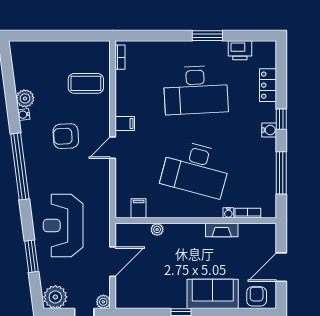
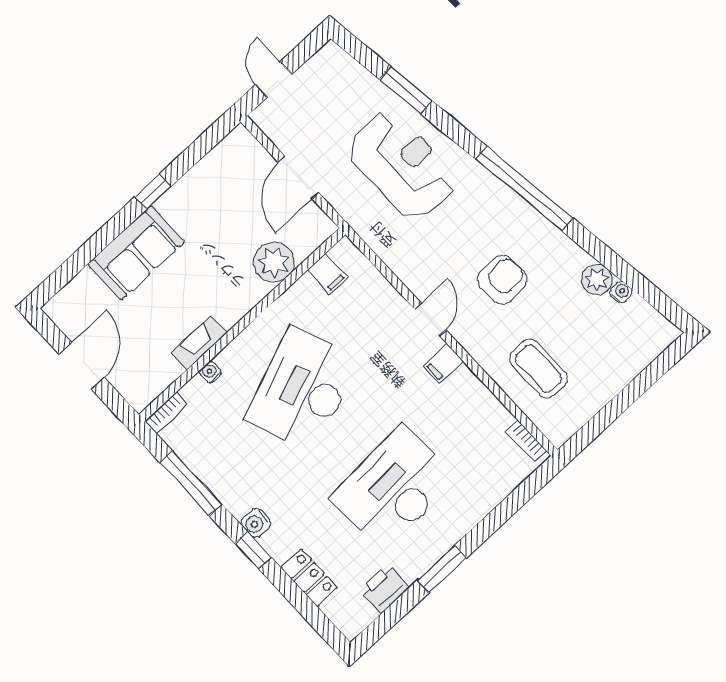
coffee table: (86, 83) -> (538, 369), turned 90
water cooler: (24, 115) -> (621, 292), moved
desk: (196, 169) -> (302, 389), turned -36
bookcase: (248, 213) -> (166, 413), moved
plant: (157, 229) -> (274, 262), width x1.87, depth x1.87
armchair: (257, 296) -> (79, 301), removed
plant: (55, 297) -> (329, 67), removed
plant: (103, 302) -> (263, 116), removed

